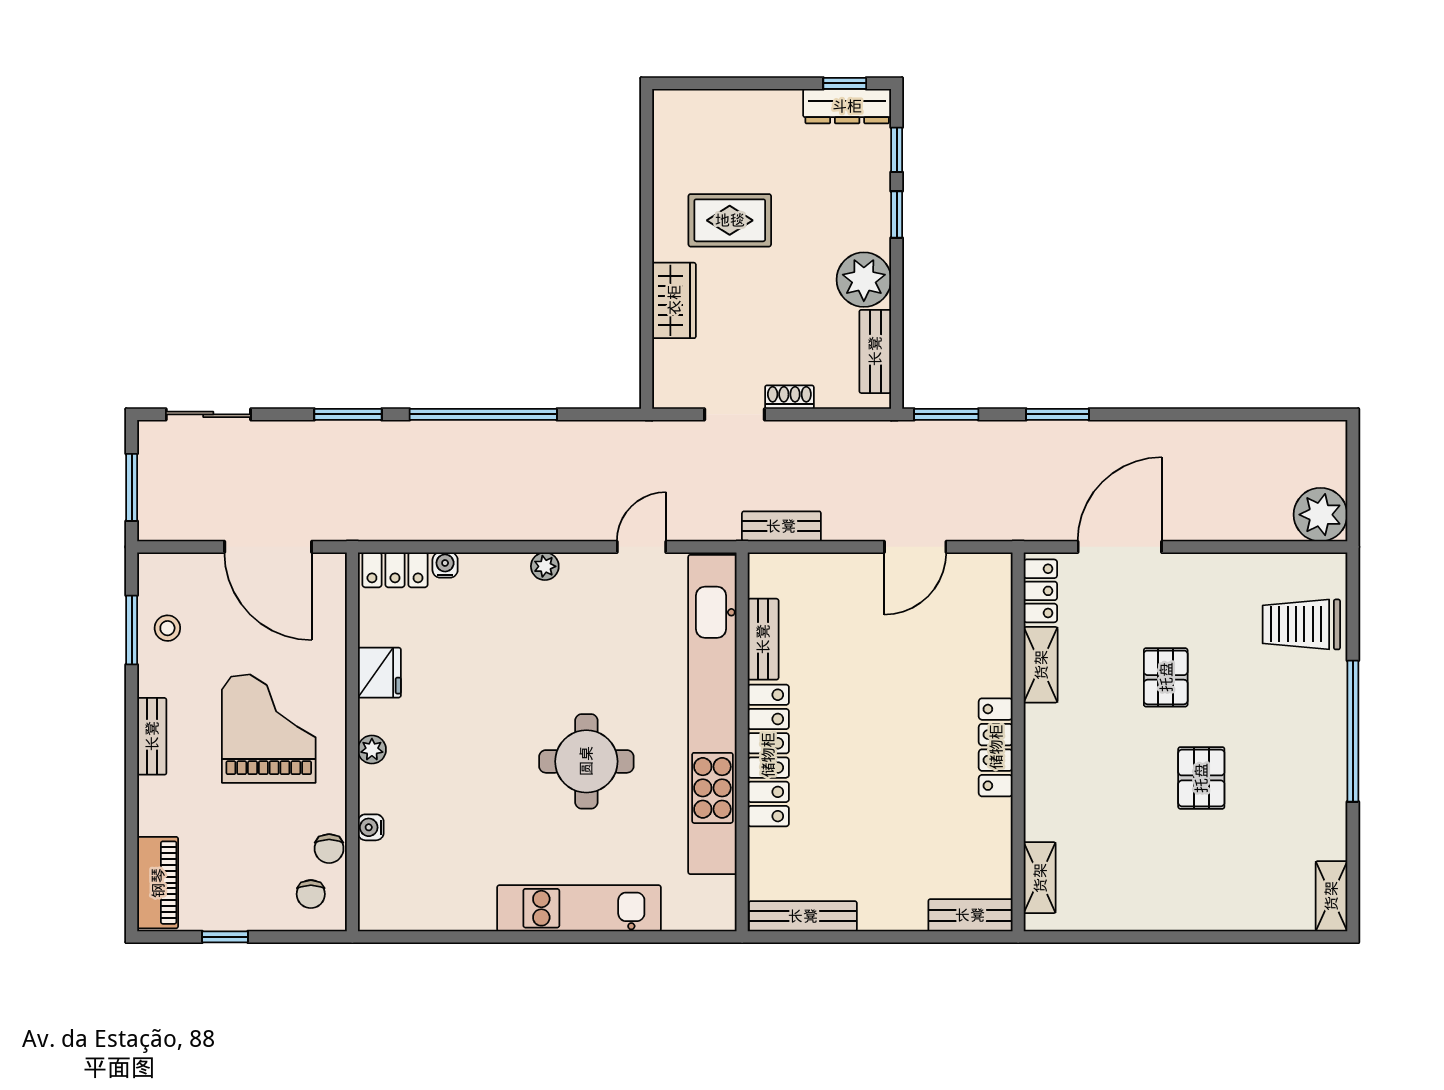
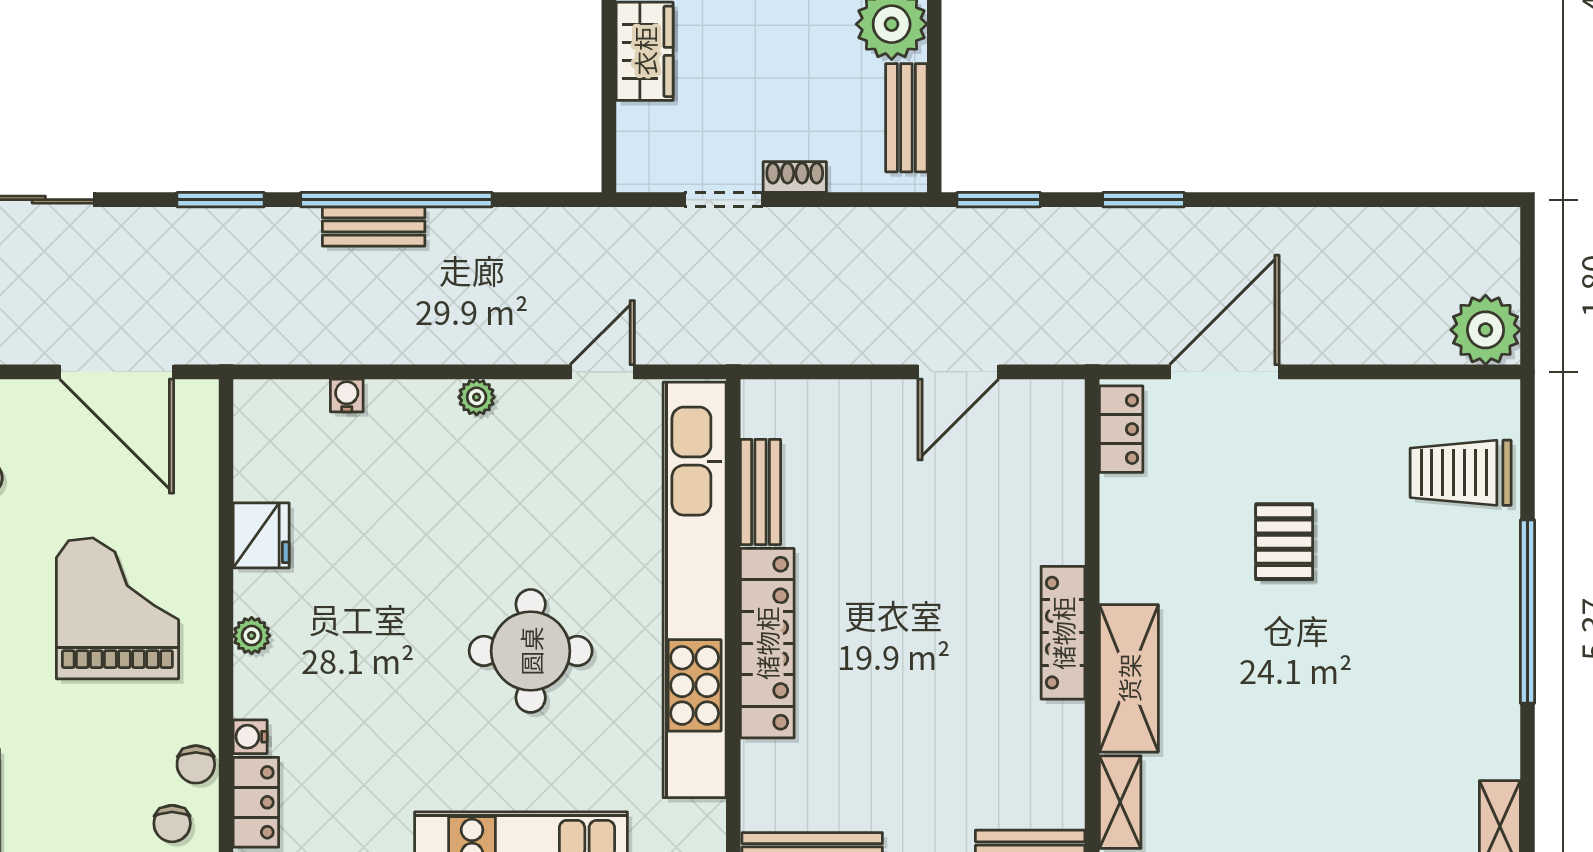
bench: (781, 526) -> (374, 226), moved
locker: (395, 570) -> (256, 802), moved, turned -90
shelving: (1041, 665) -> (1129, 678), moved, width x1.50, depth x1.33
pallet: (1201, 778) -> (1331, 672), removed

